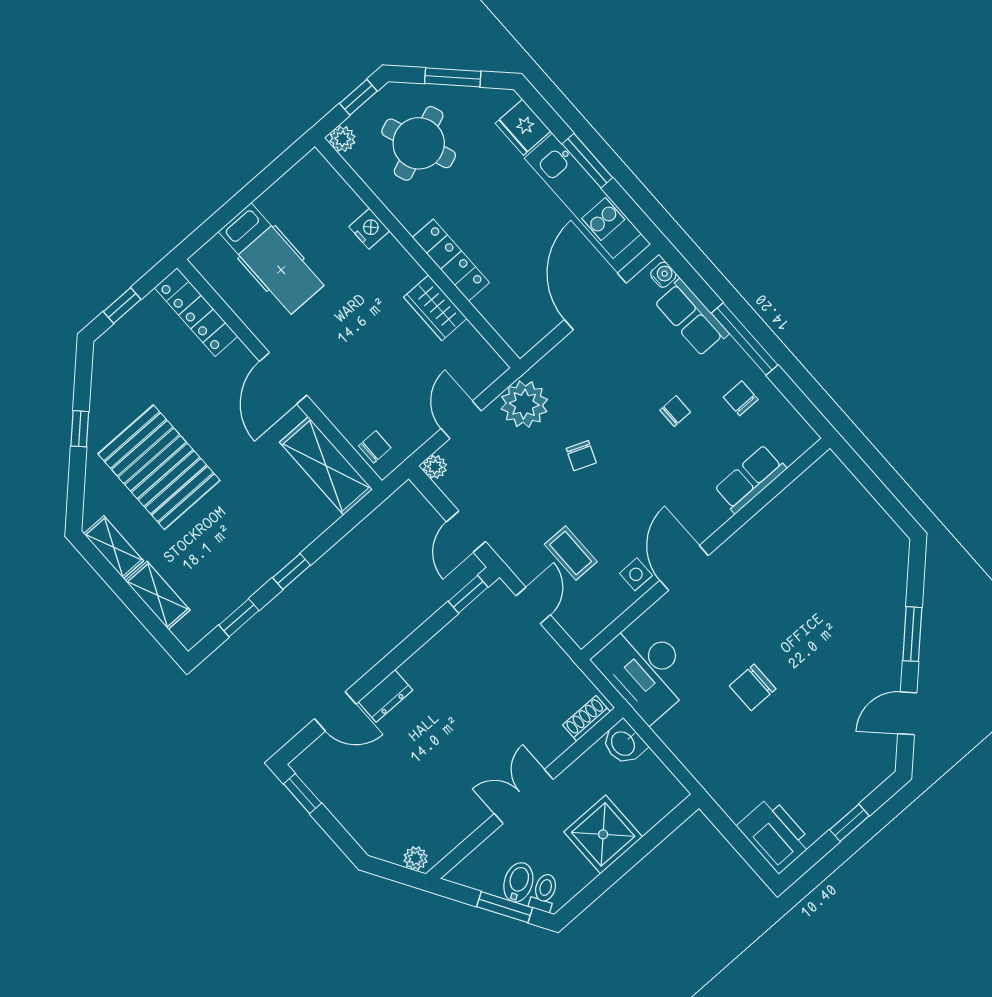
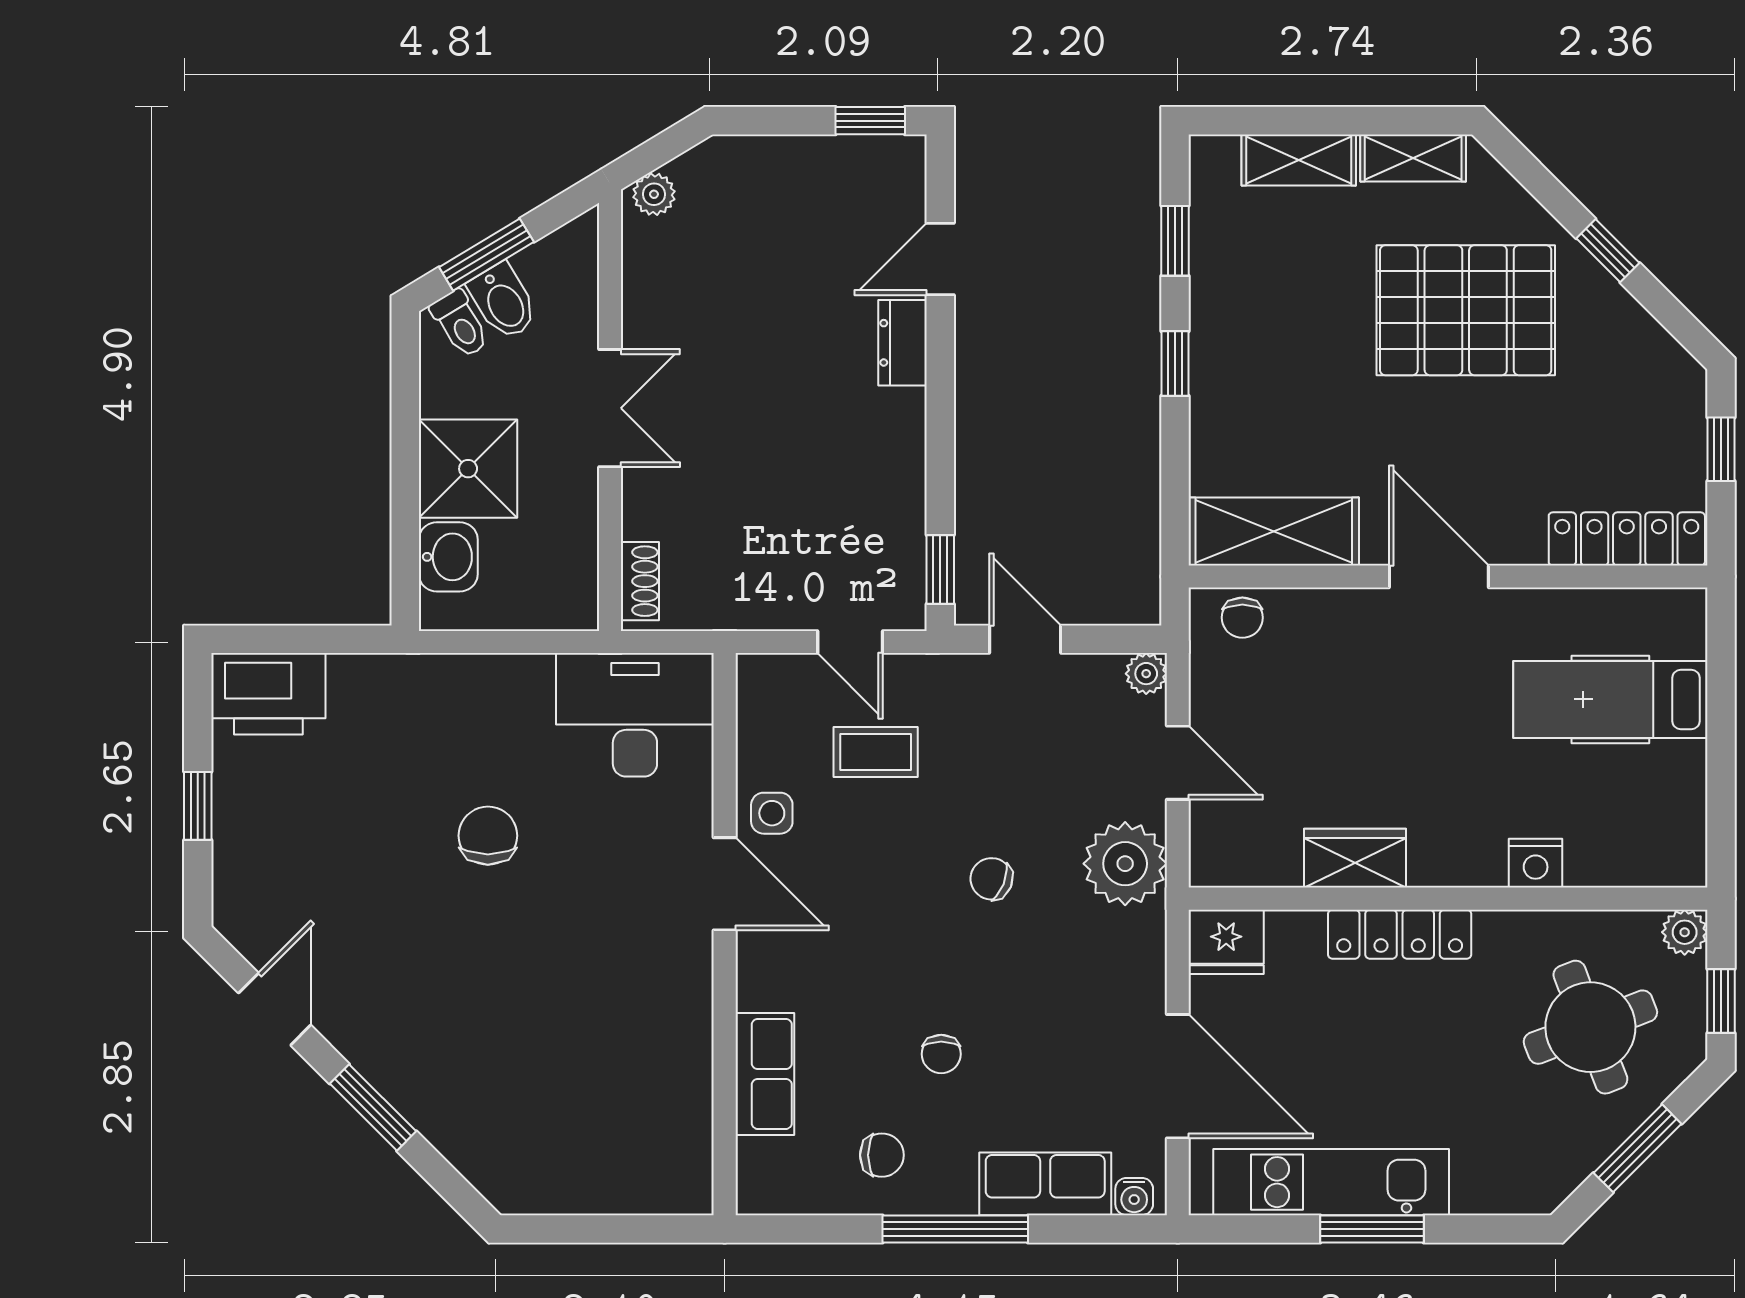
fridge: (523, 127) -> (1226, 942), moved, turned 180
washbasin: (624, 743) -> (448, 557), moved, turned 90

